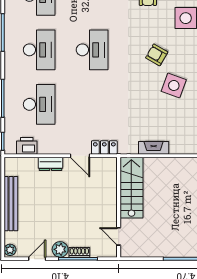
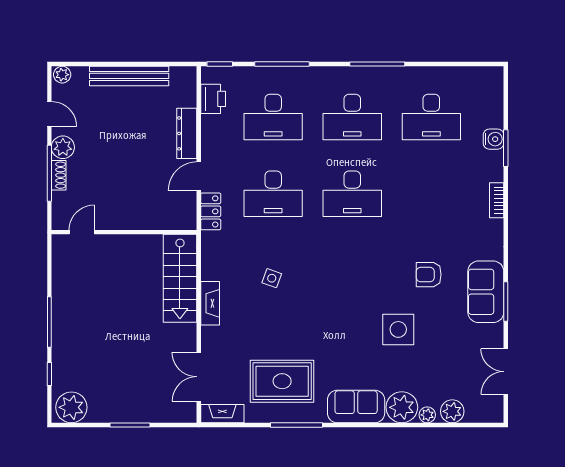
armchair: (157, 55) -> (345, 287), removed
side table: (174, 86) -> (272, 278), moved, width x0.54, depth x0.54
desk: (92, 104) -> (273, 194), added
fireplace: (154, 148) -> (210, 303), moved
dresser: (51, 164) -> (187, 133), width x1.44
stairs: (131, 188) -> (180, 278), moved, turned 90

